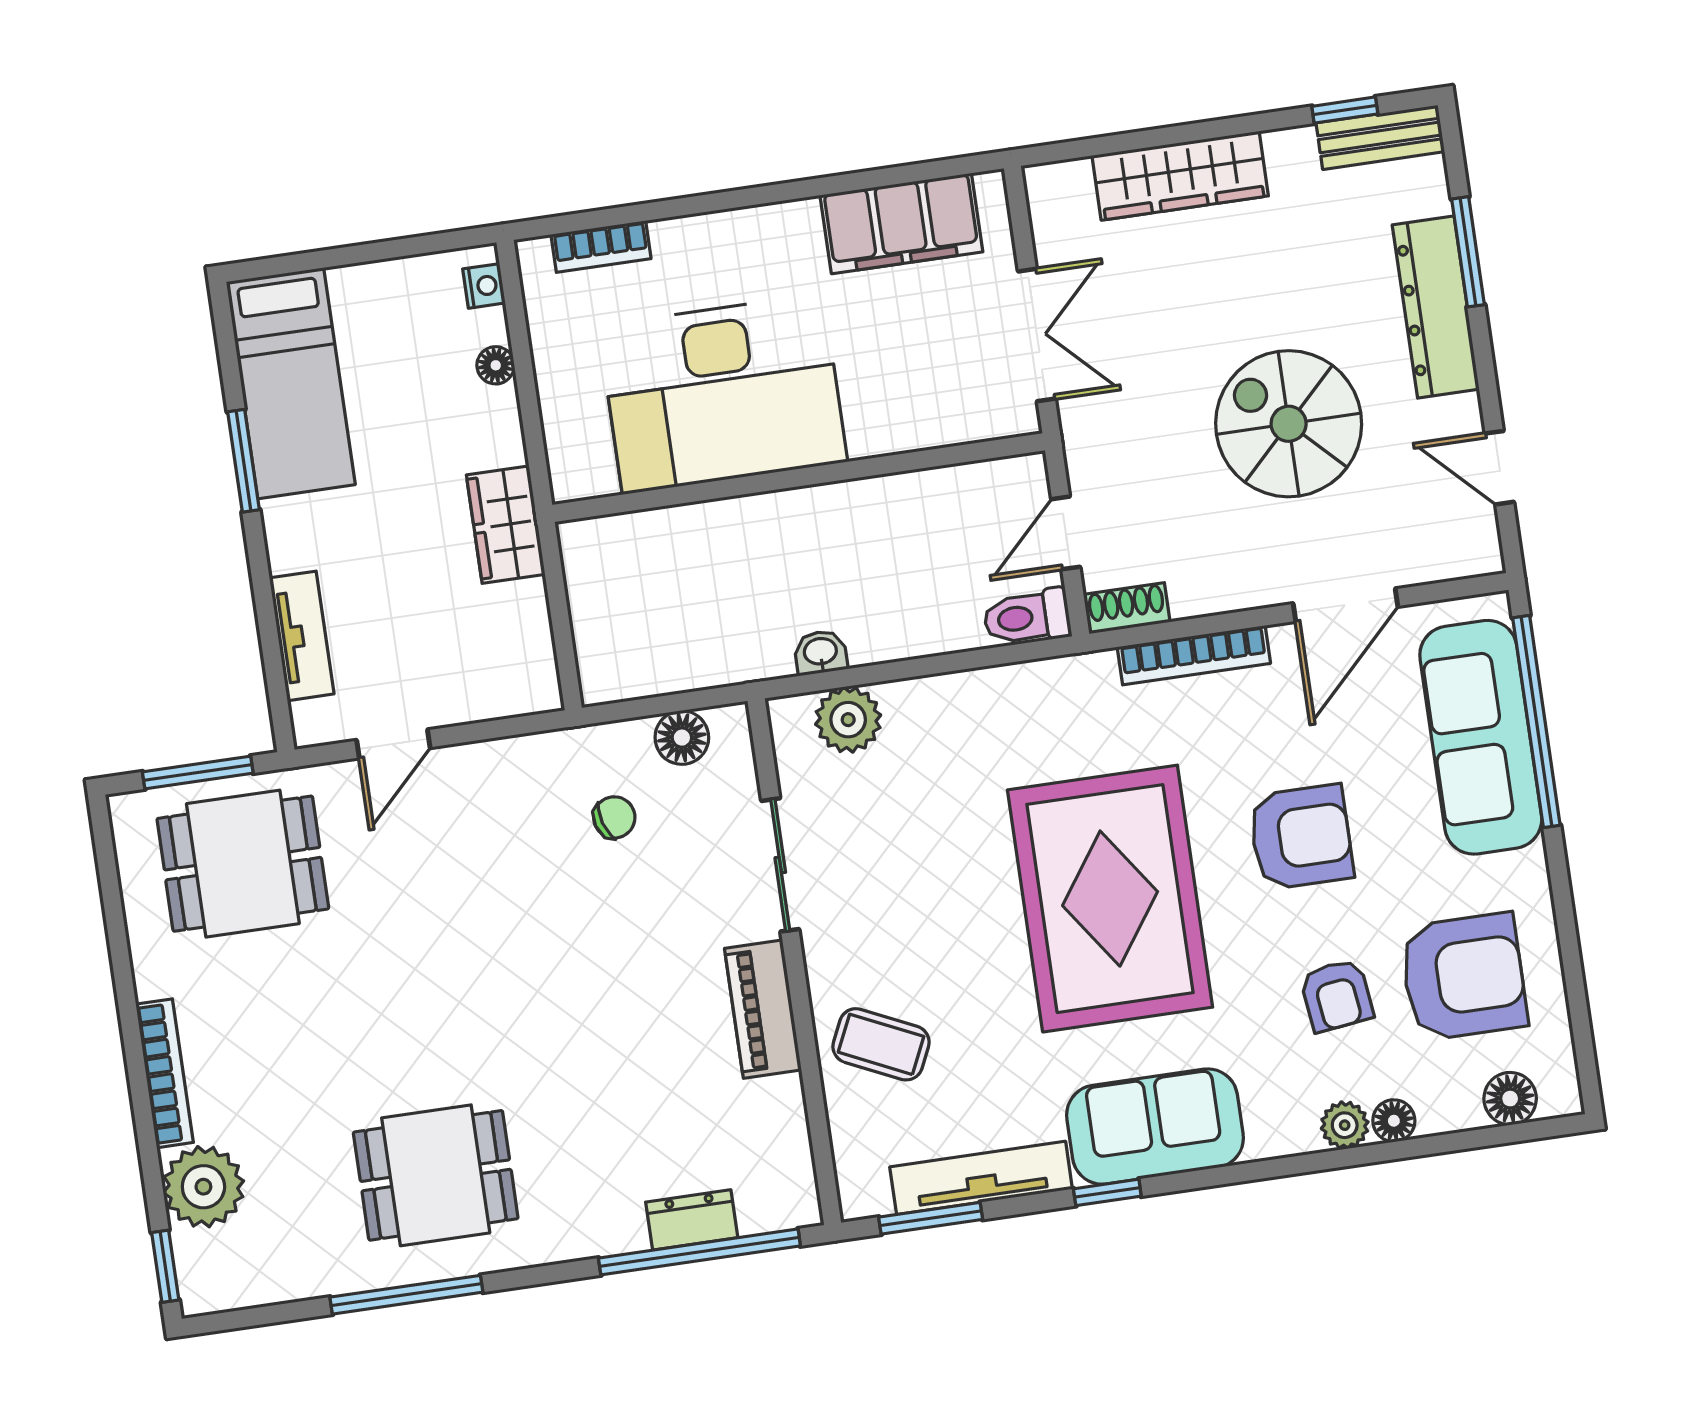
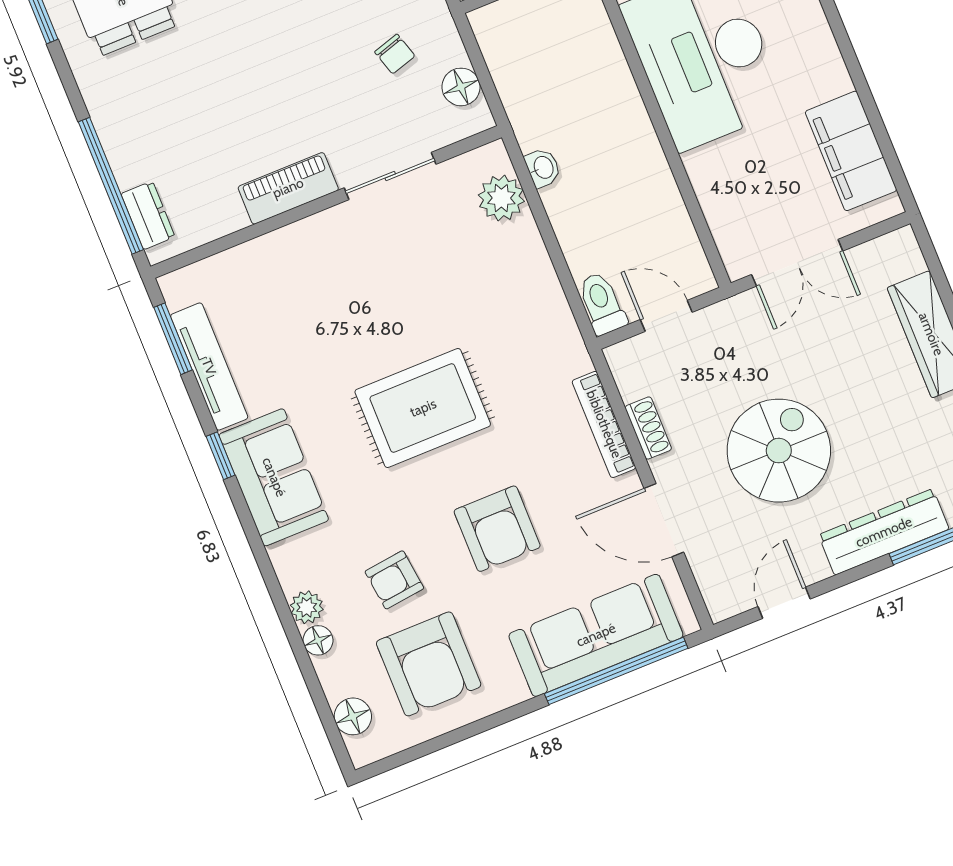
shoe rack: (1127, 608) -> (648, 428), moved
rug: (1110, 899) -> (423, 408), width x0.73, depth x0.69
coffee table: (881, 1044) -> (284, 275), removed
dresser: (692, 1220) -> (148, 215), moved

